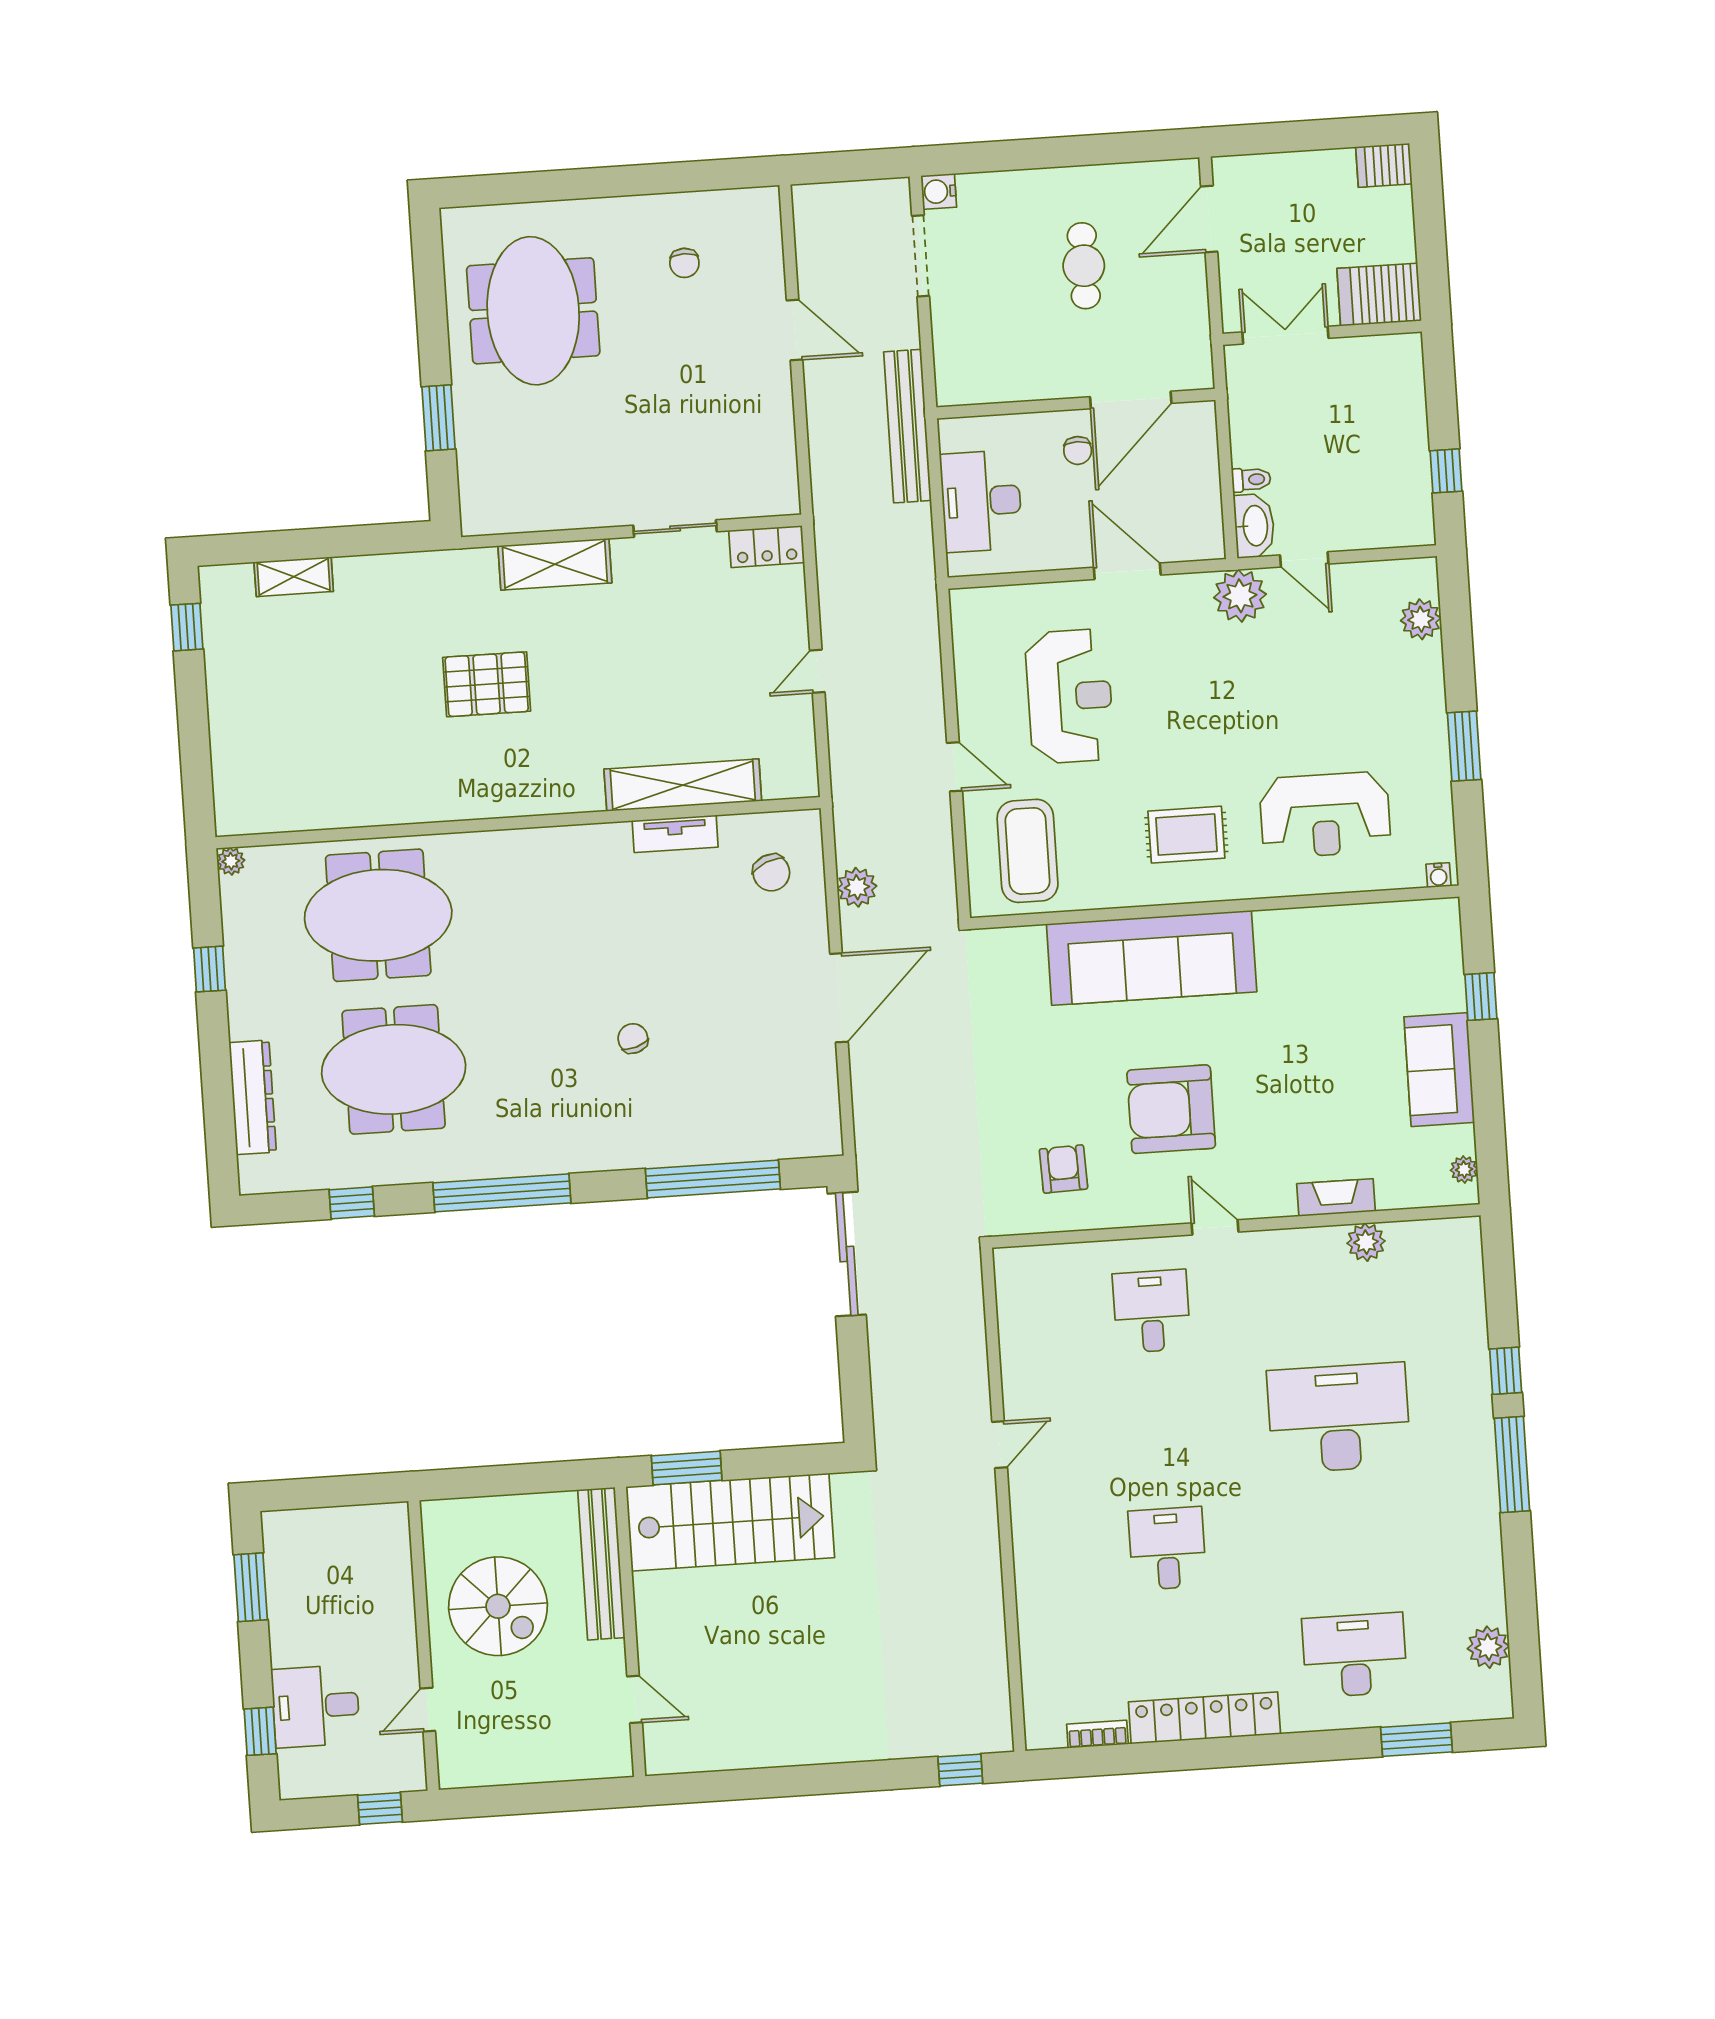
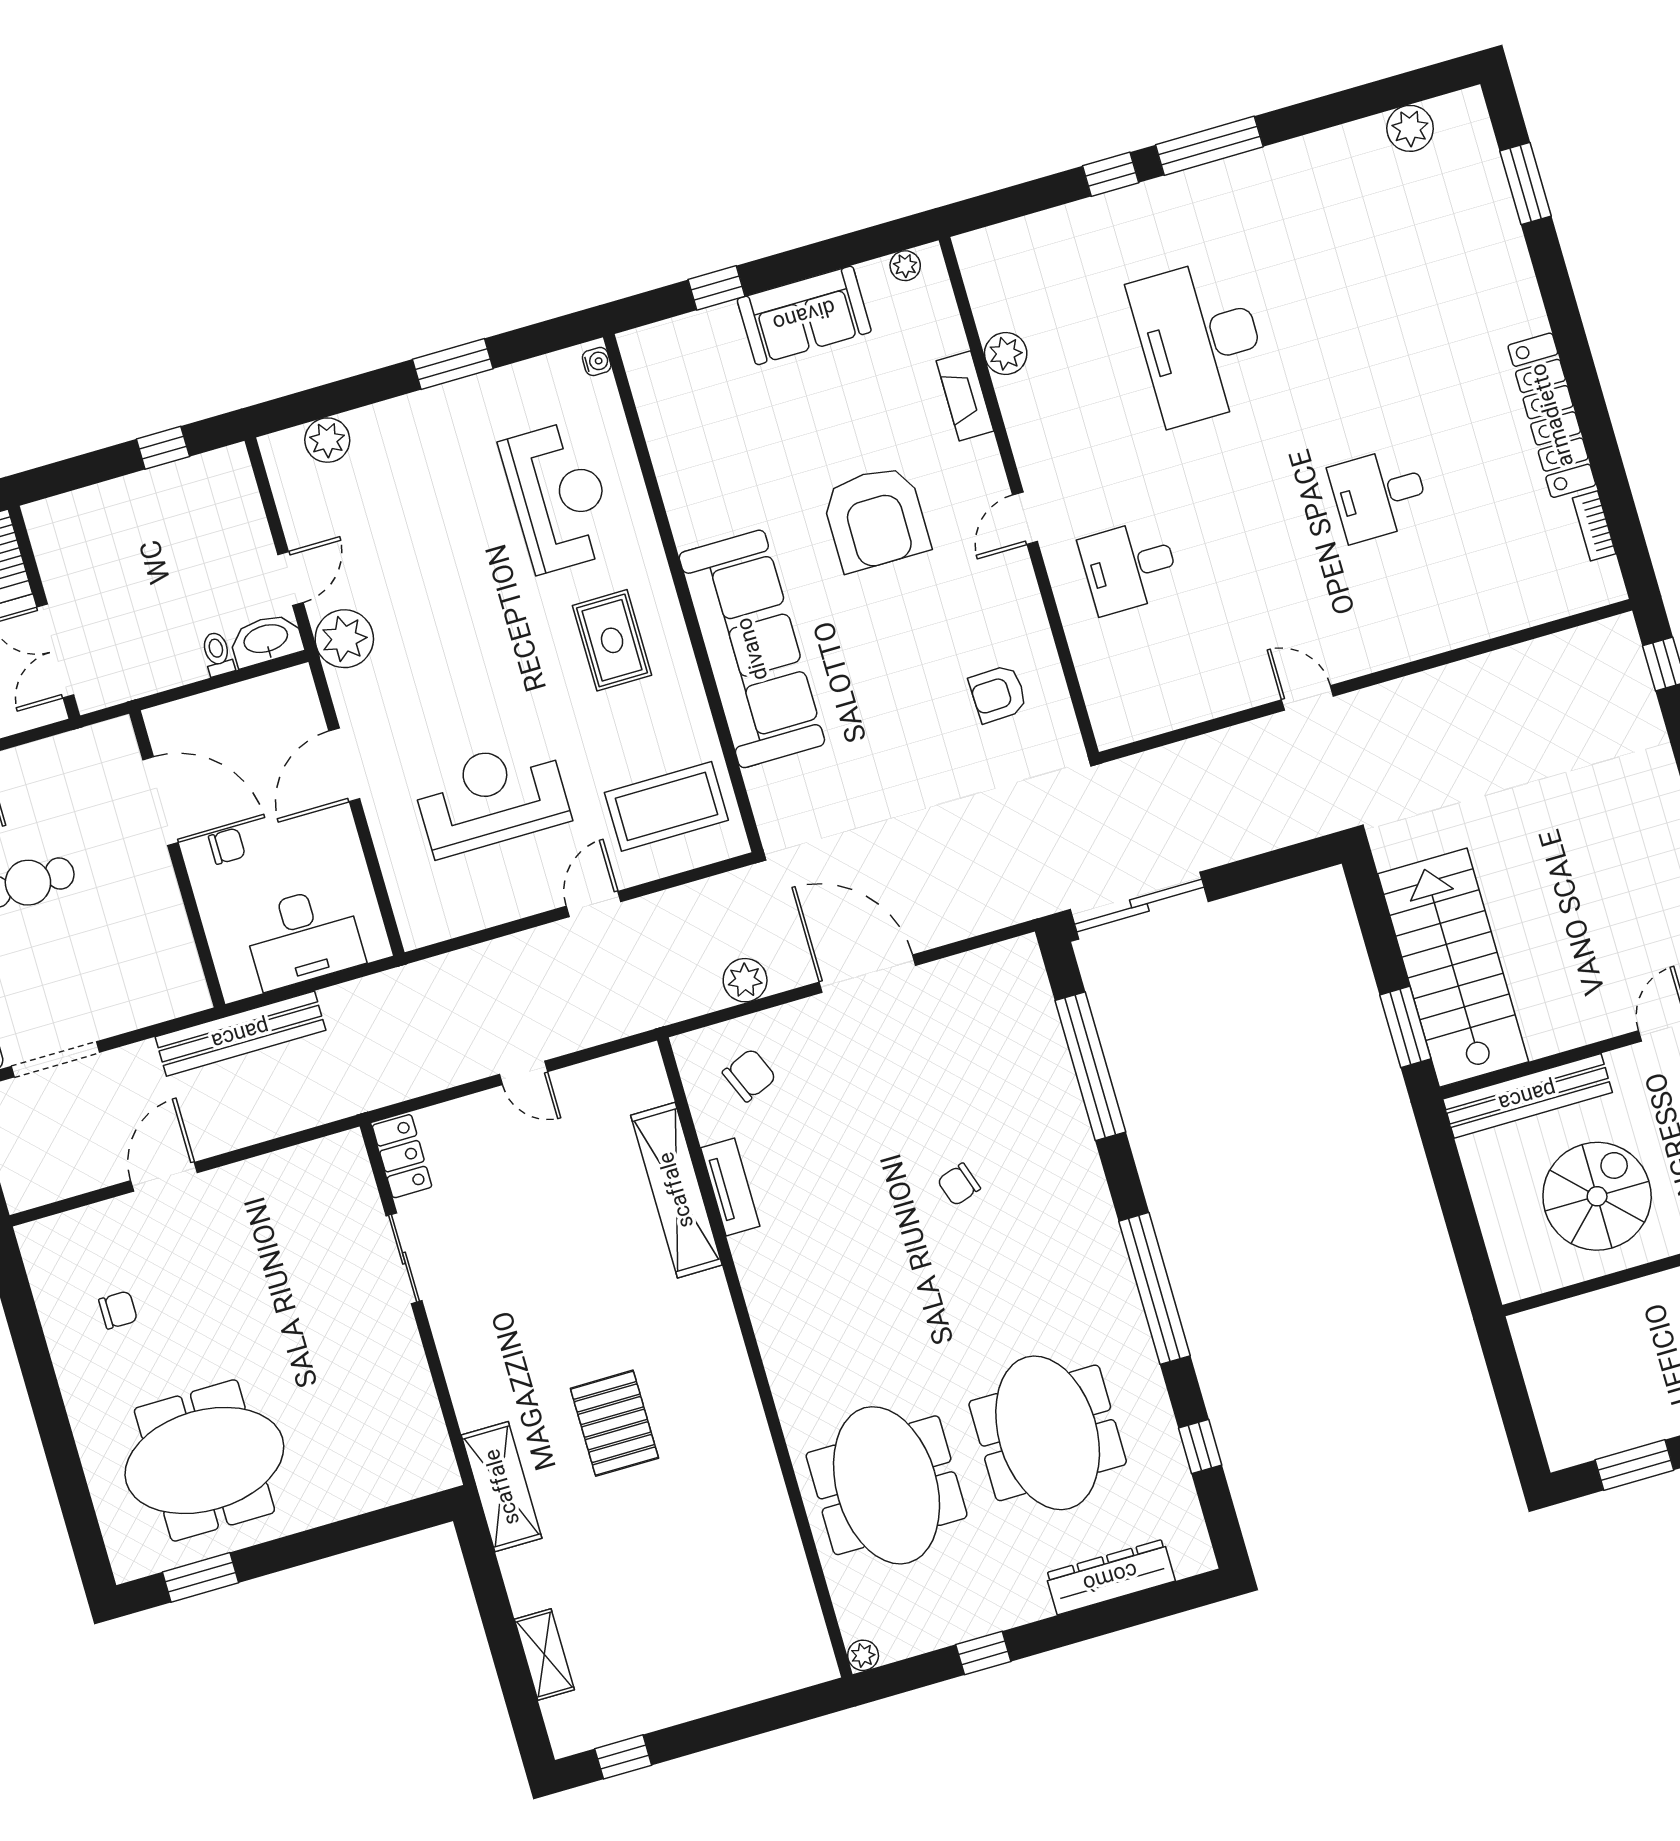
window: (438, 418) -> (200, 1577), moved
shelving: (555, 564) -> (502, 1487), moved
armchair: (1171, 1109) -> (876, 518), moved
desk: (1355, 1655) -> (1450, 269), removed

